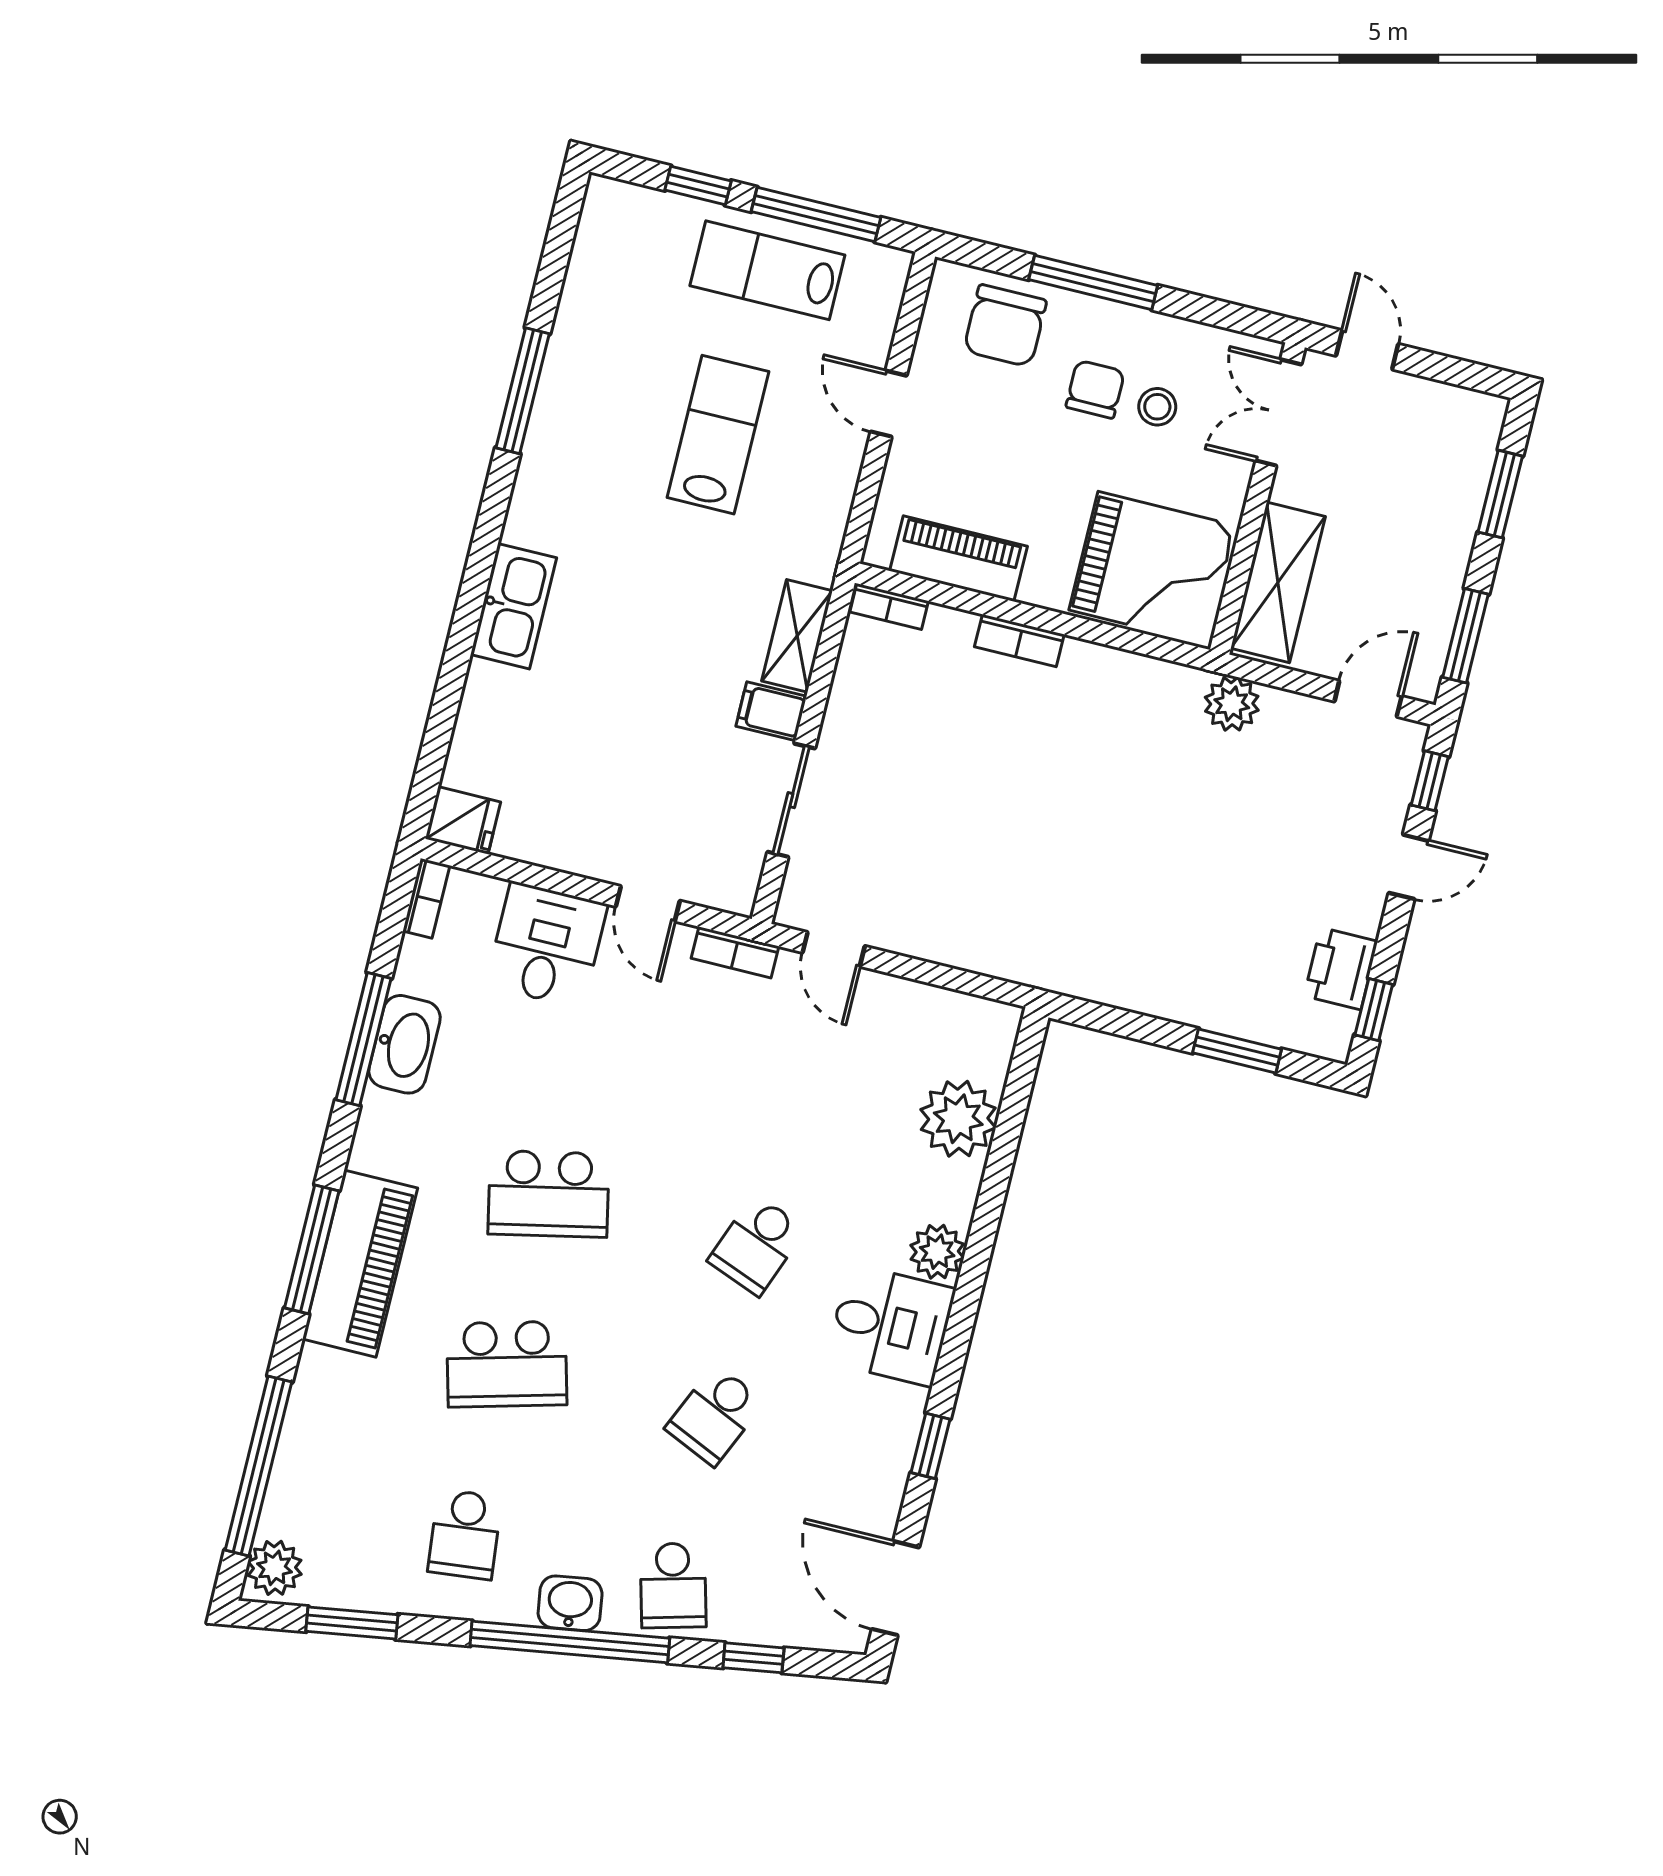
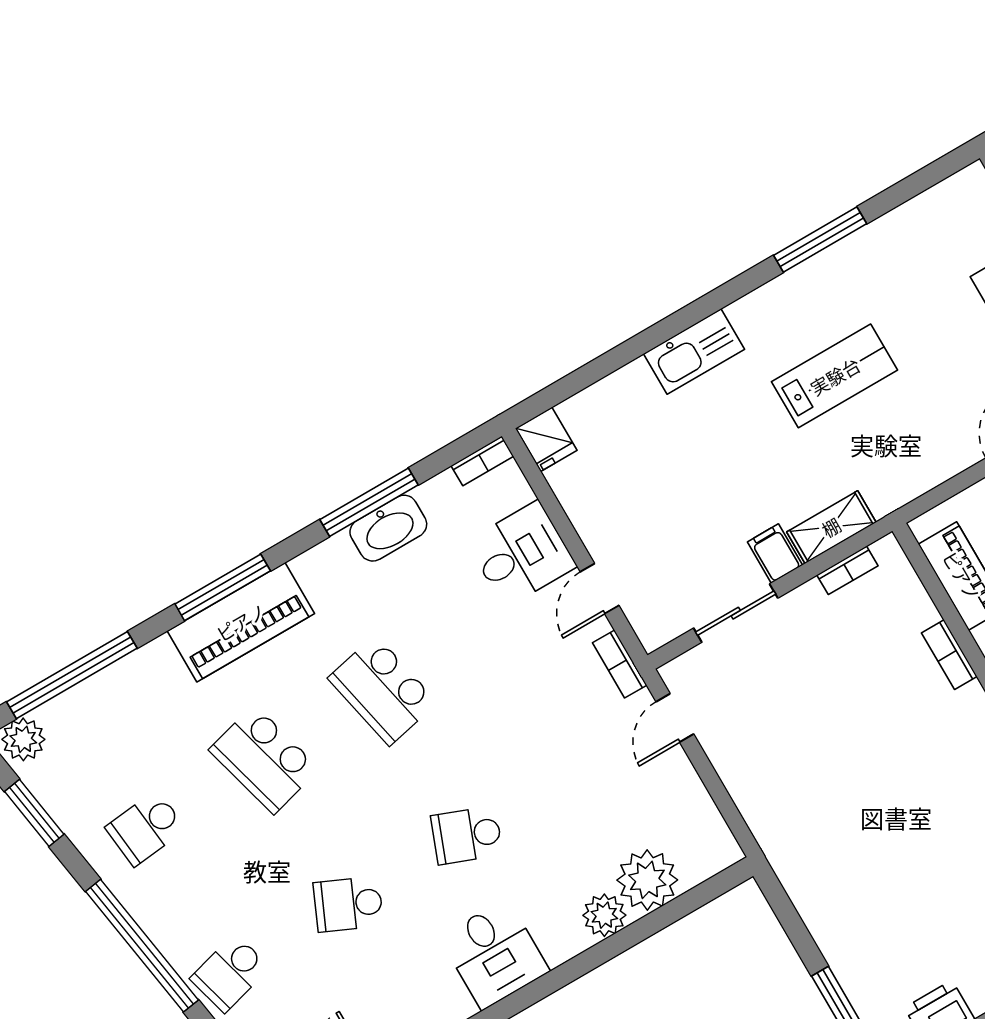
lab bench: (718, 435) -> (835, 376), moved
bookcase: (889, 606) -> (847, 570), moved, turned -90
plant: (937, 1252) -> (604, 915), moved
washbasin: (570, 1603) -> (164, 925), removed

